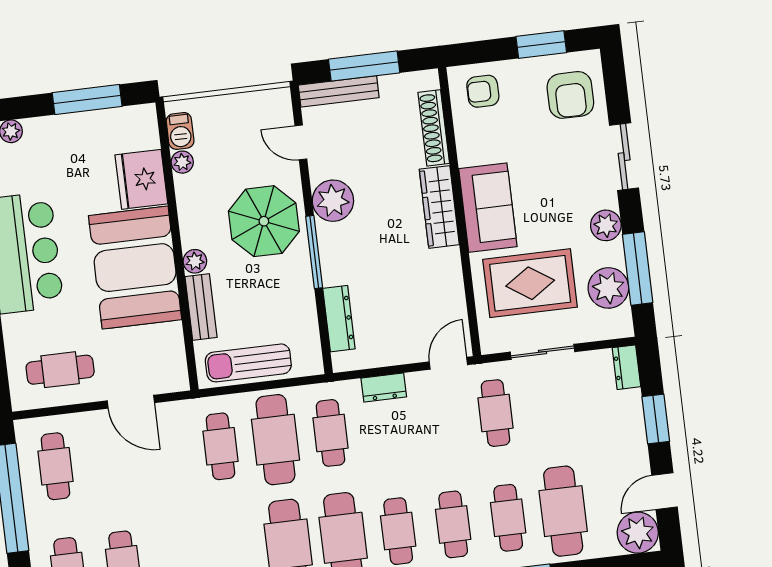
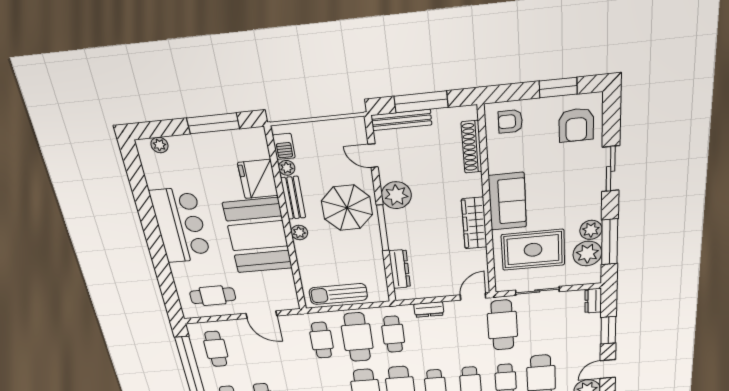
wardrobe: (439, 207) -> (474, 223), moved
plant: (606, 225) -> (591, 230), moved
bench: (201, 307) -> (293, 198), moved
cafe table: (495, 413) -> (502, 325), width x1.37, depth x1.35

